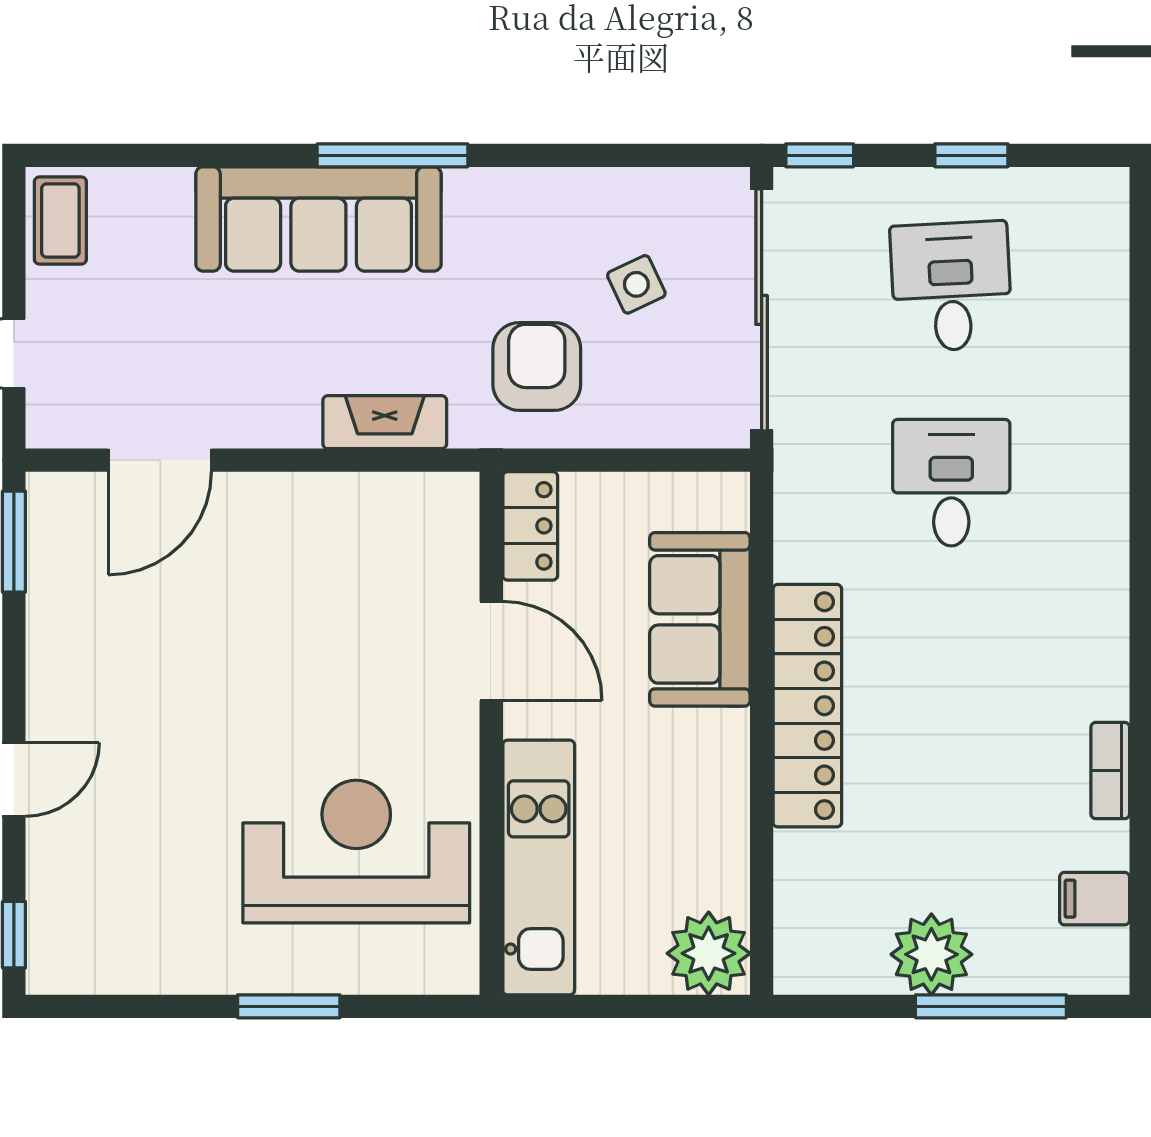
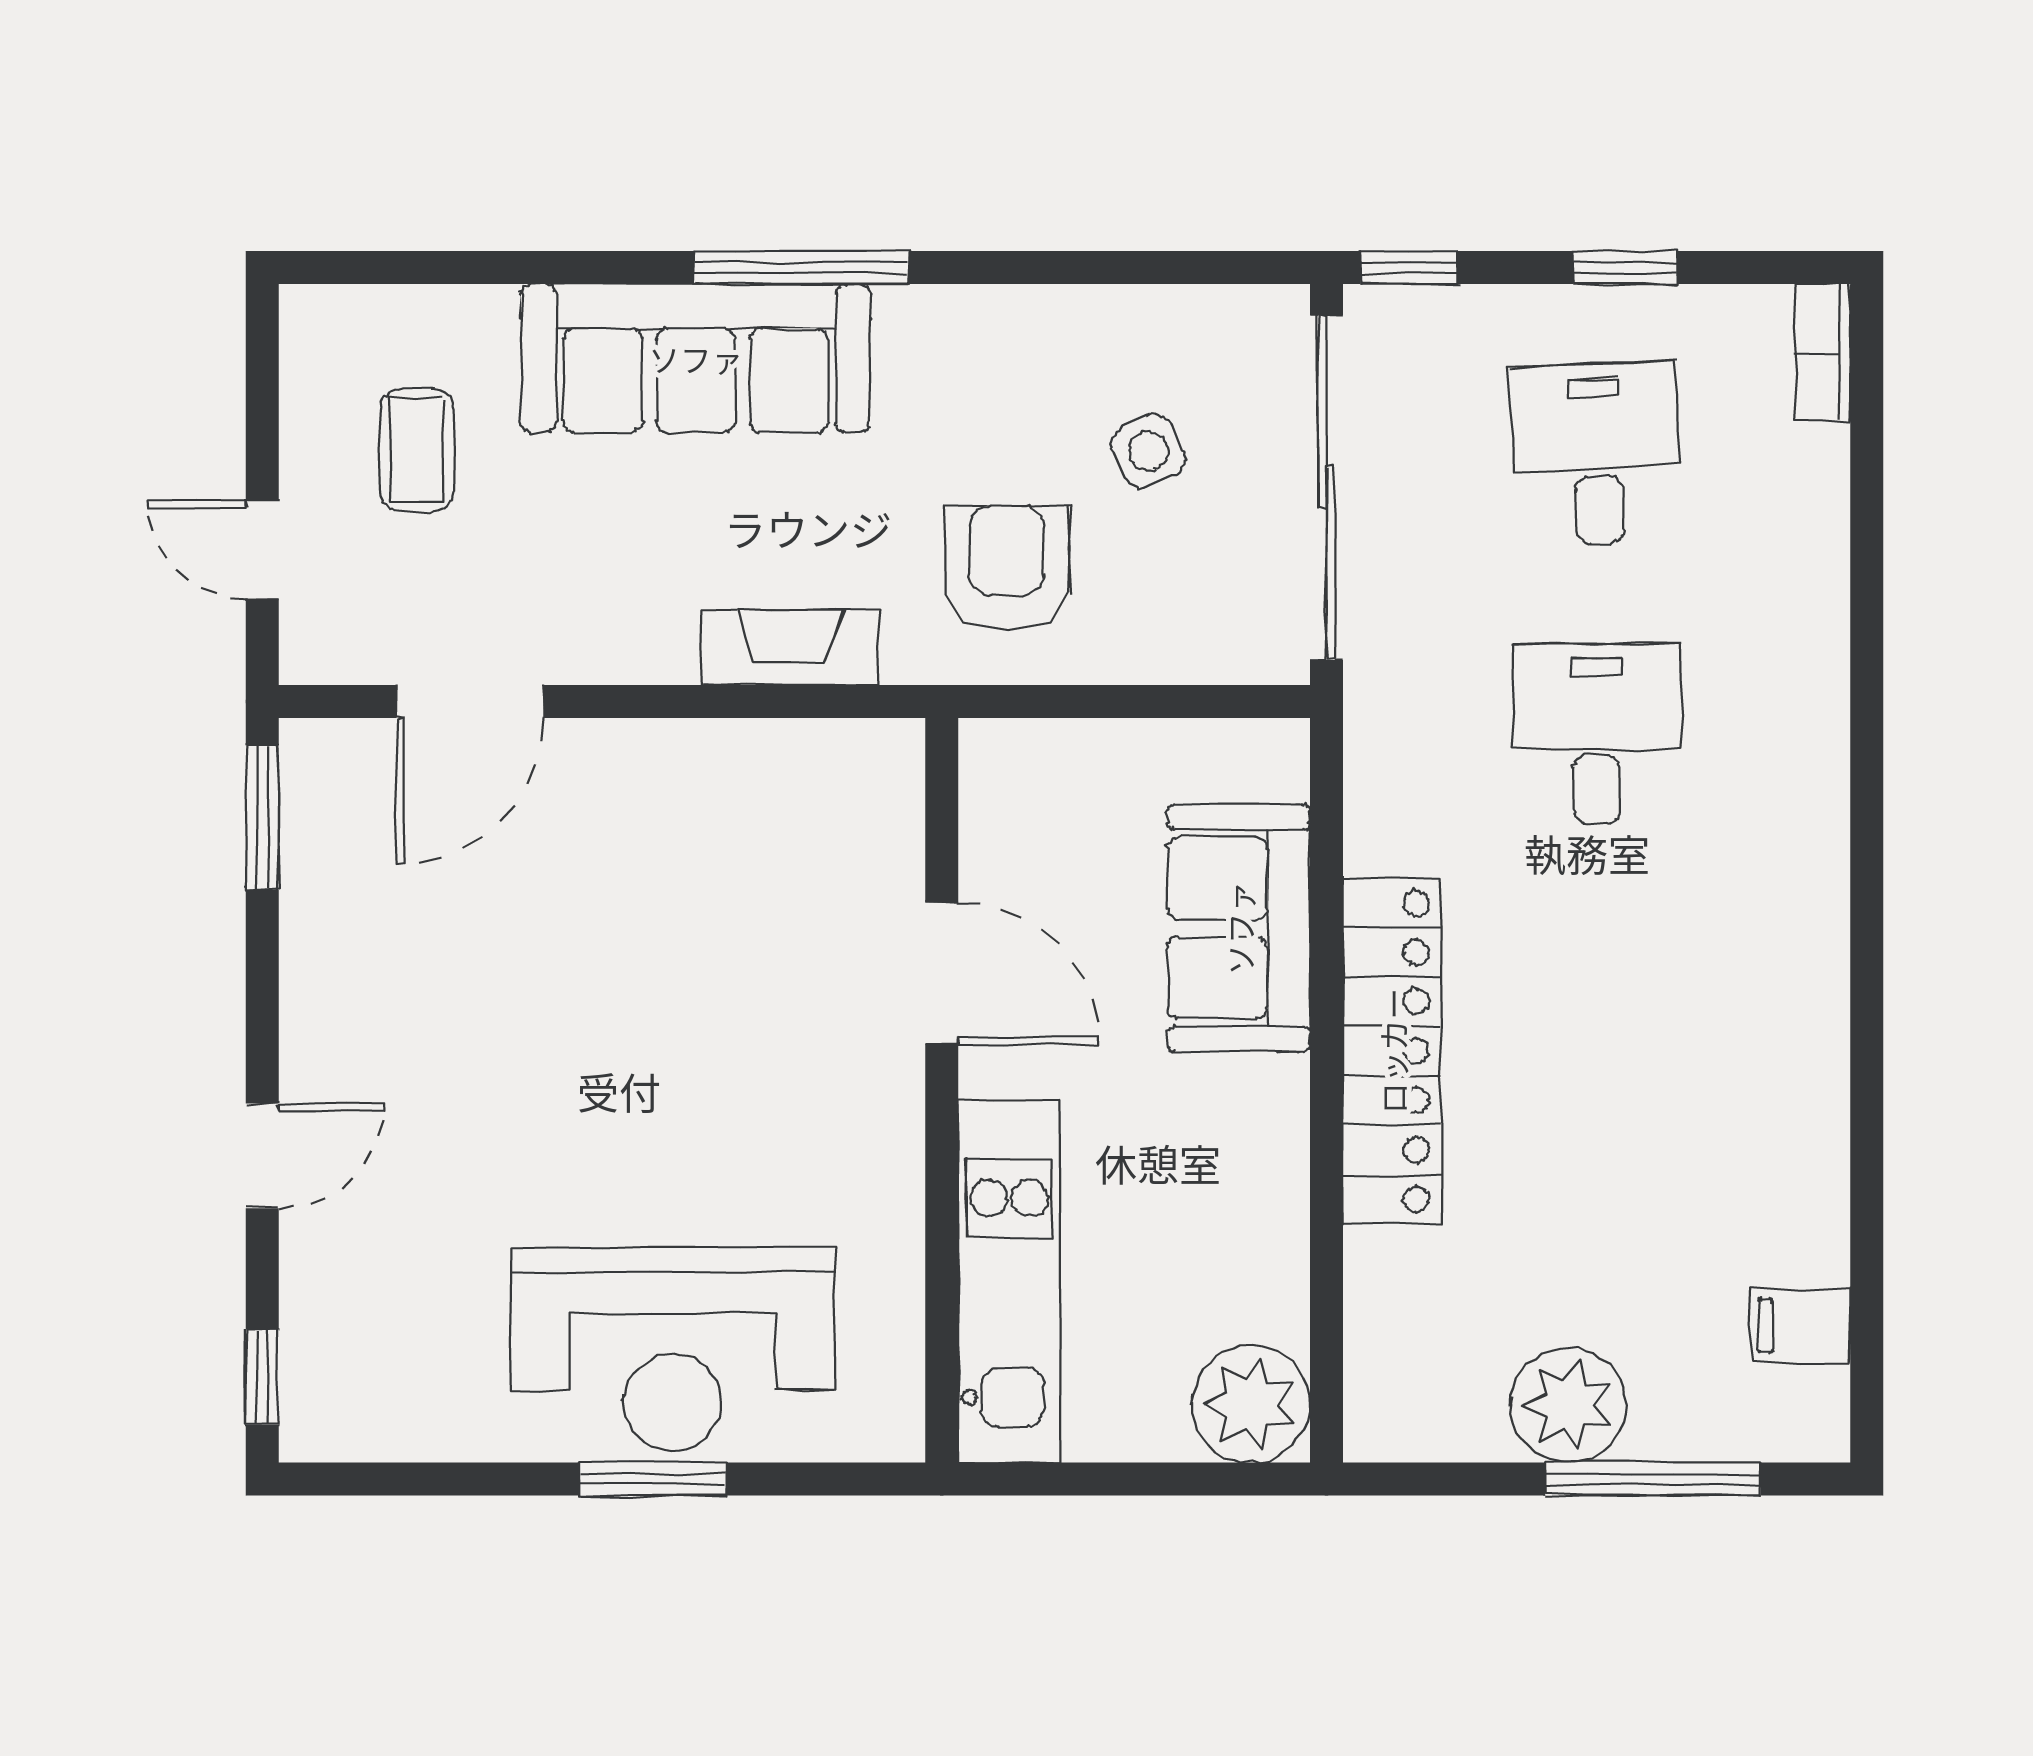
coffee table: (60, 220) -> (417, 450), moved
locker: (530, 526) -> (997, 795), removed
bookcase: (1110, 771) -> (1823, 353), moved
reception desk: (356, 851) -> (673, 1350), moved, turned 180

